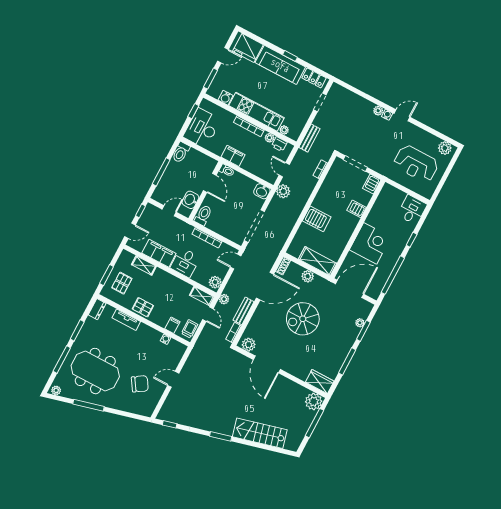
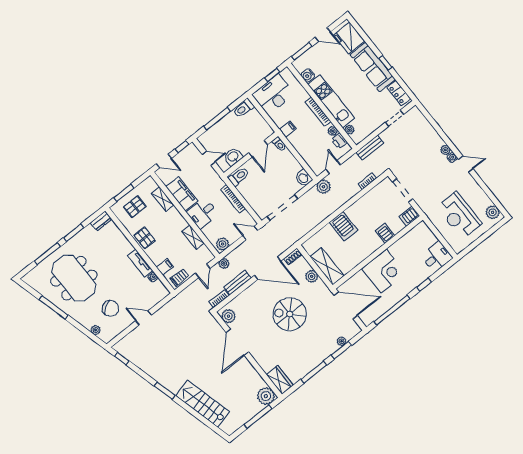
filing cabinet: (233, 156) -> (288, 129), width x0.50
shelving: (202, 296) -> (193, 237), moved
tv unit: (126, 320) -> (140, 263), moved
plant: (56, 390) -> (96, 330), moved

